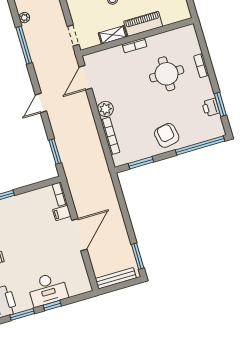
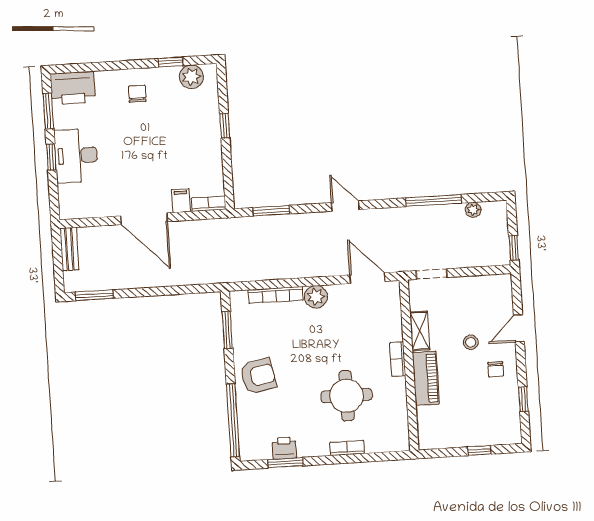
bench: (116, 278) -> (69, 249), width x0.73

